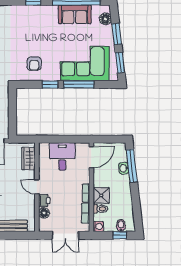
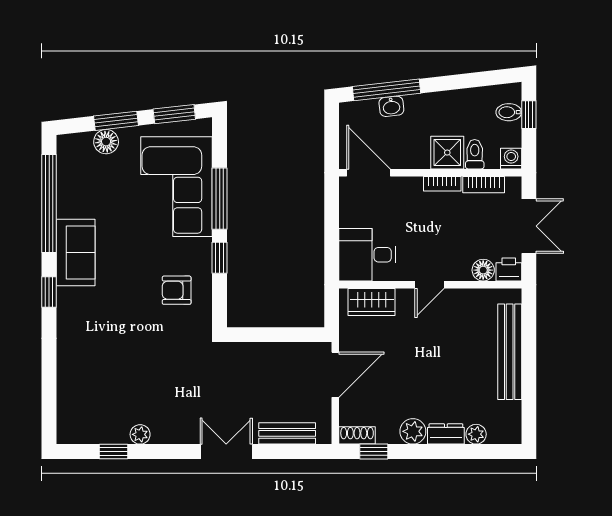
sofa: (75, 14) -> (76, 253), moved
floor lamp: (105, 19) -> (106, 142), moved
armchair: (34, 64) -> (177, 290), turned 180
desk: (62, 156) -> (367, 255), moved
printer: (44, 200) -> (509, 269), moved

